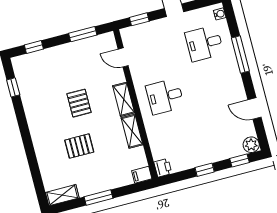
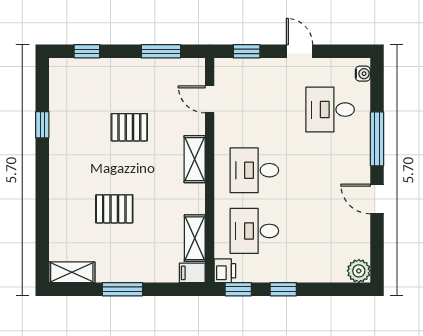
window: (13, 87) -> (42, 125), moved
pallet: (79, 103) -> (129, 127), moved, turned 90
door: (255, 109) -> (377, 199), moved
shelving: (132, 131) -> (195, 238), moved
desk: (175, 136) -> (254, 231), added
window: (240, 161) -> (238, 289), moved

